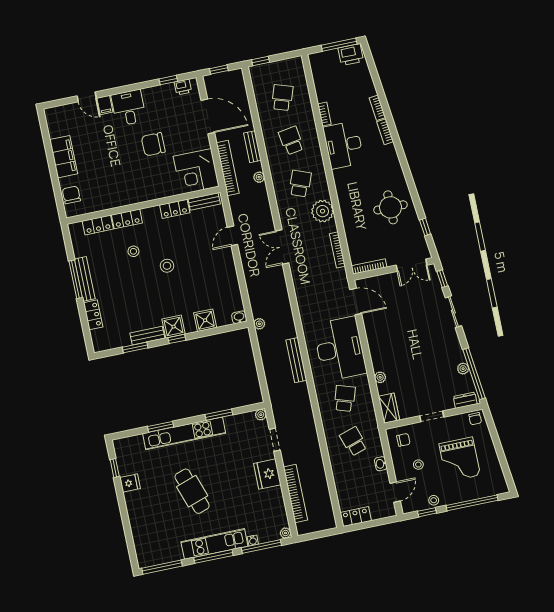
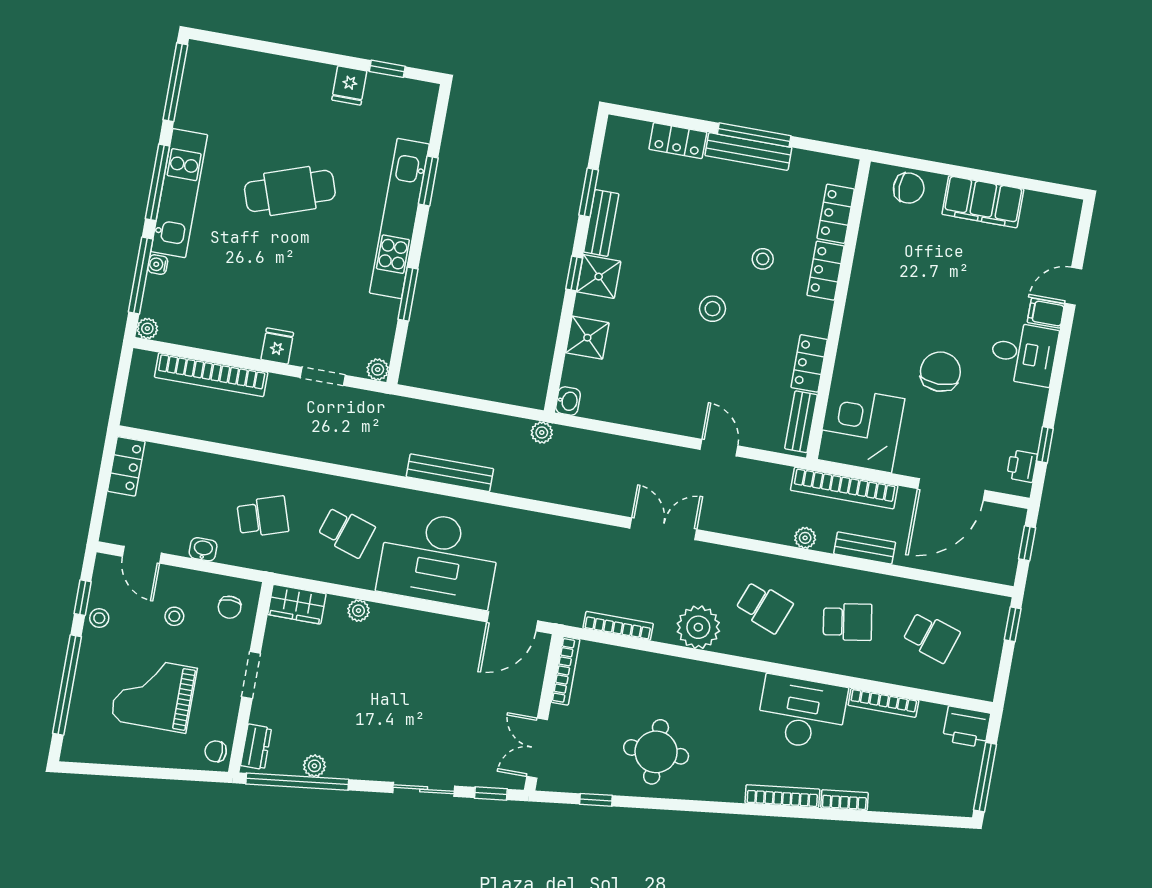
printer: (351, 55) -> (967, 727), moved, turned -90
bookcase: (324, 114) -> (883, 703), width x1.56
bookcase: (385, 132) -> (782, 796), width x1.56
fridge: (267, 474) -> (277, 346), width x0.53, depth x0.75

